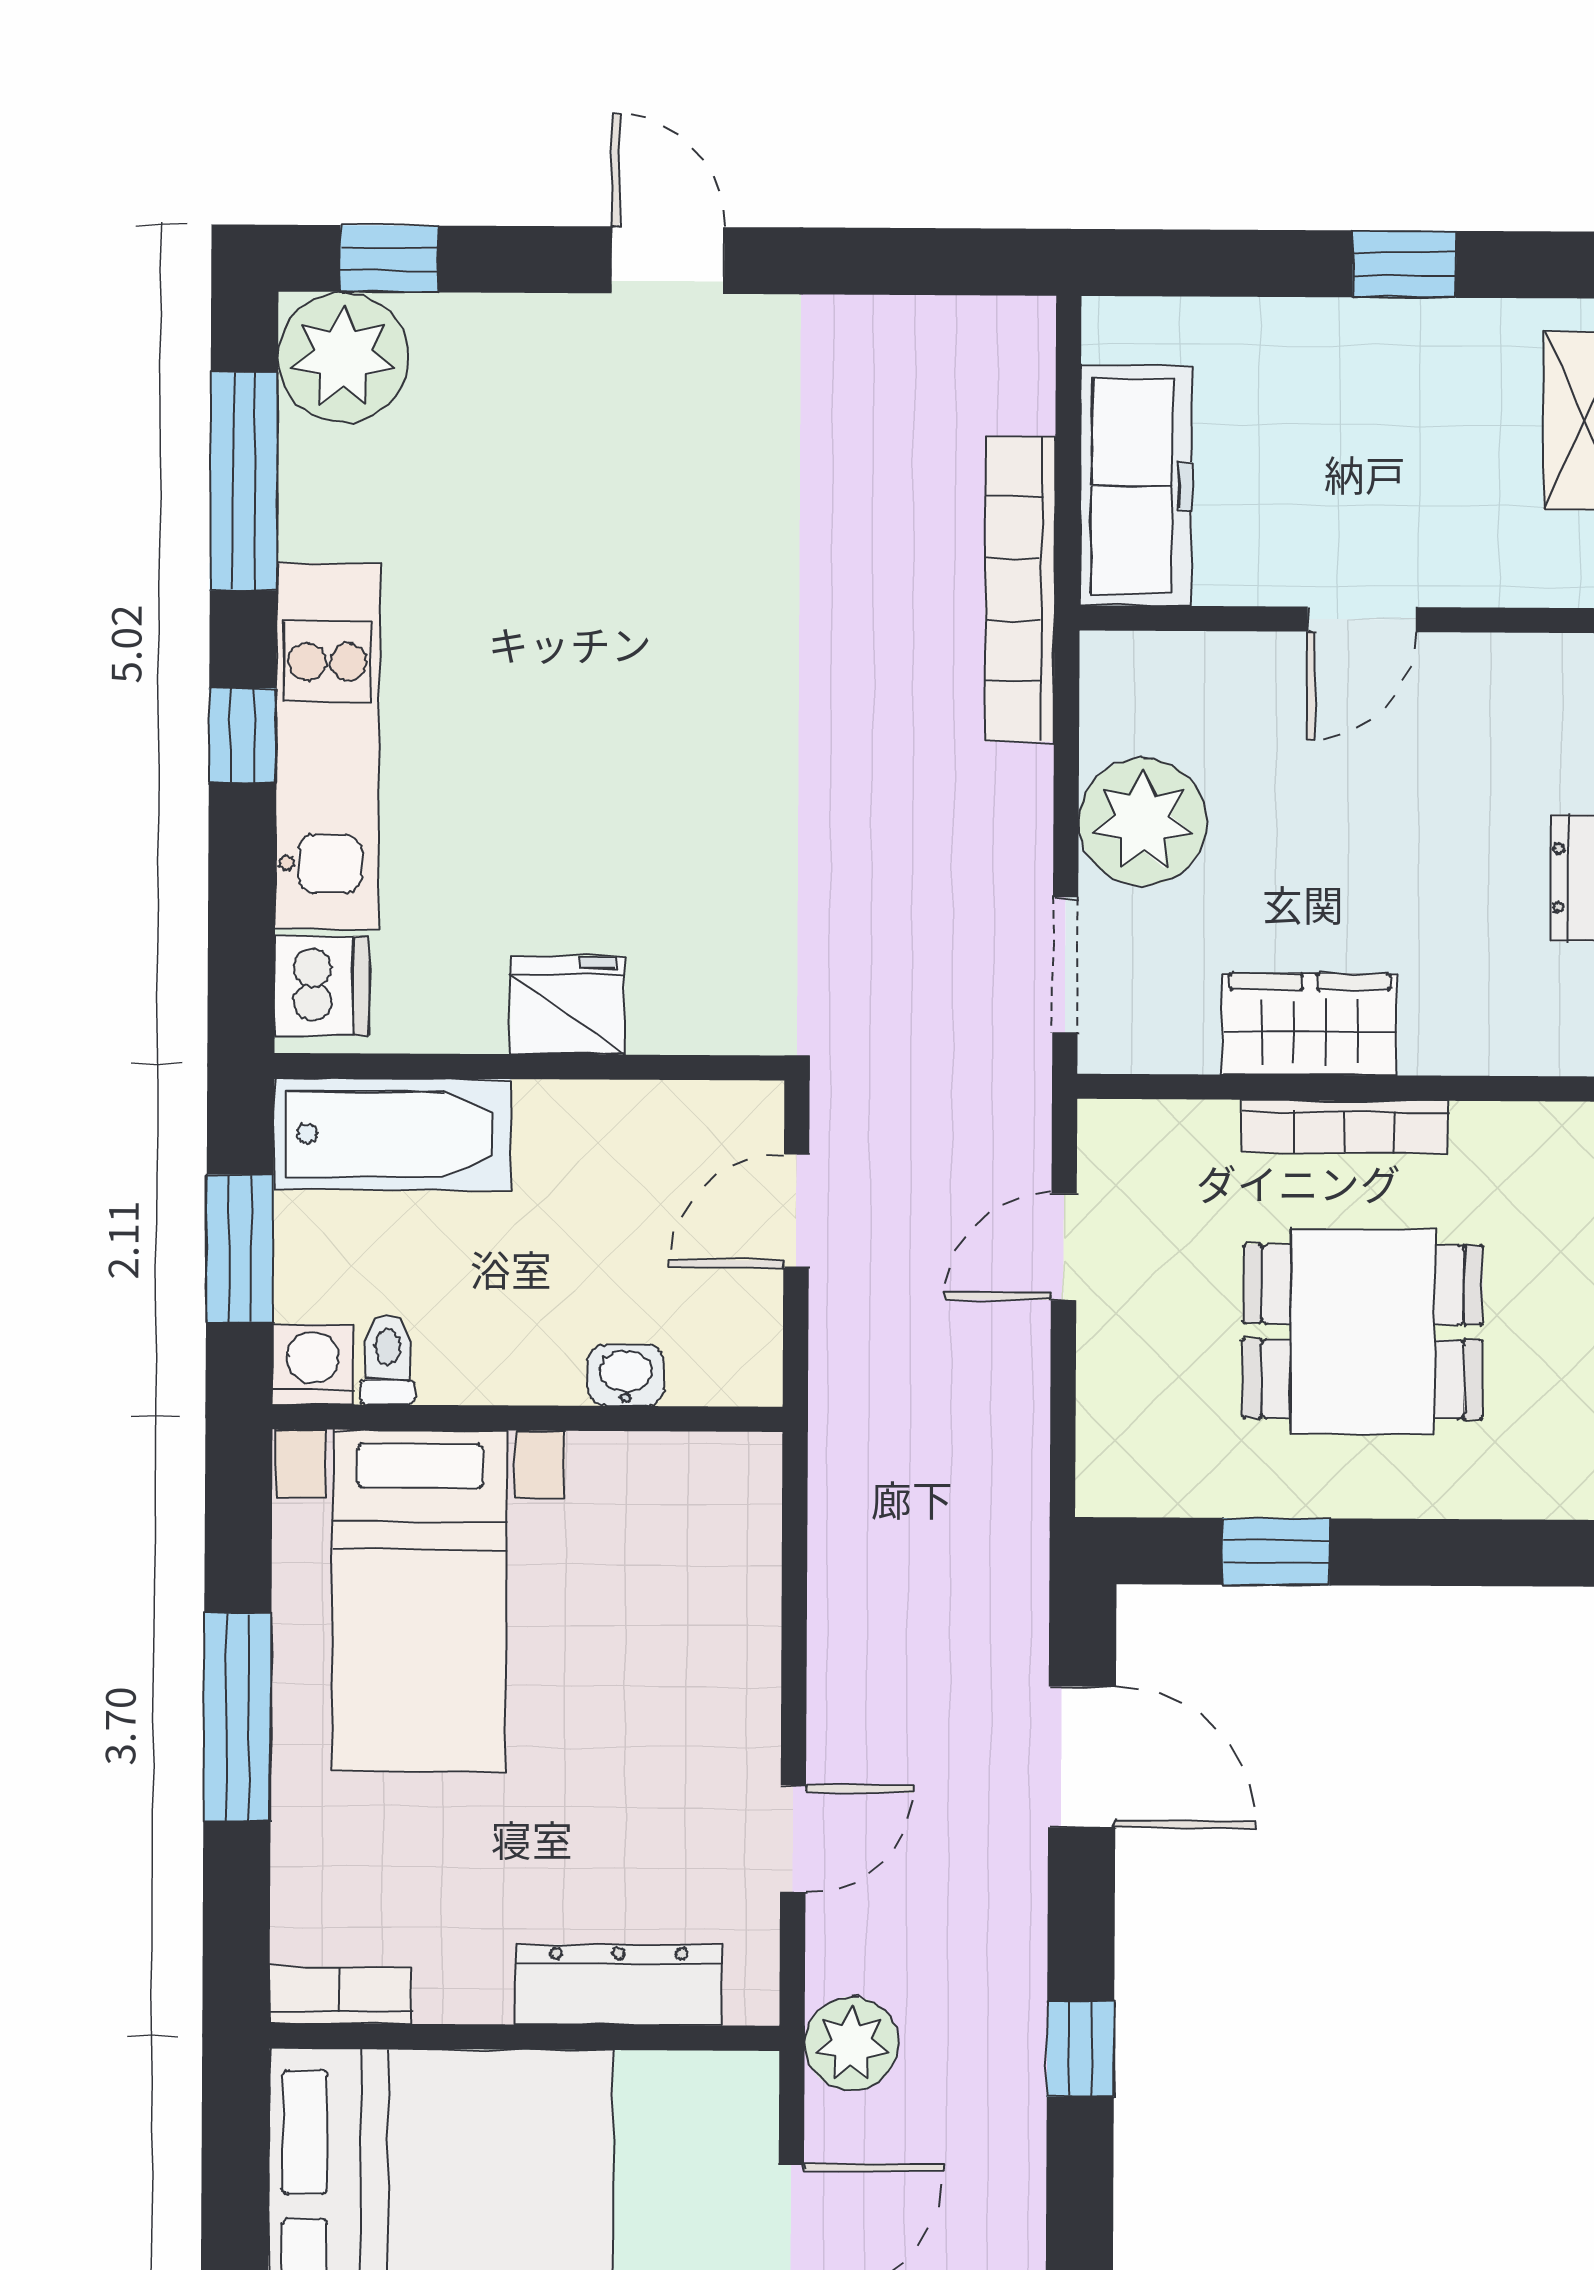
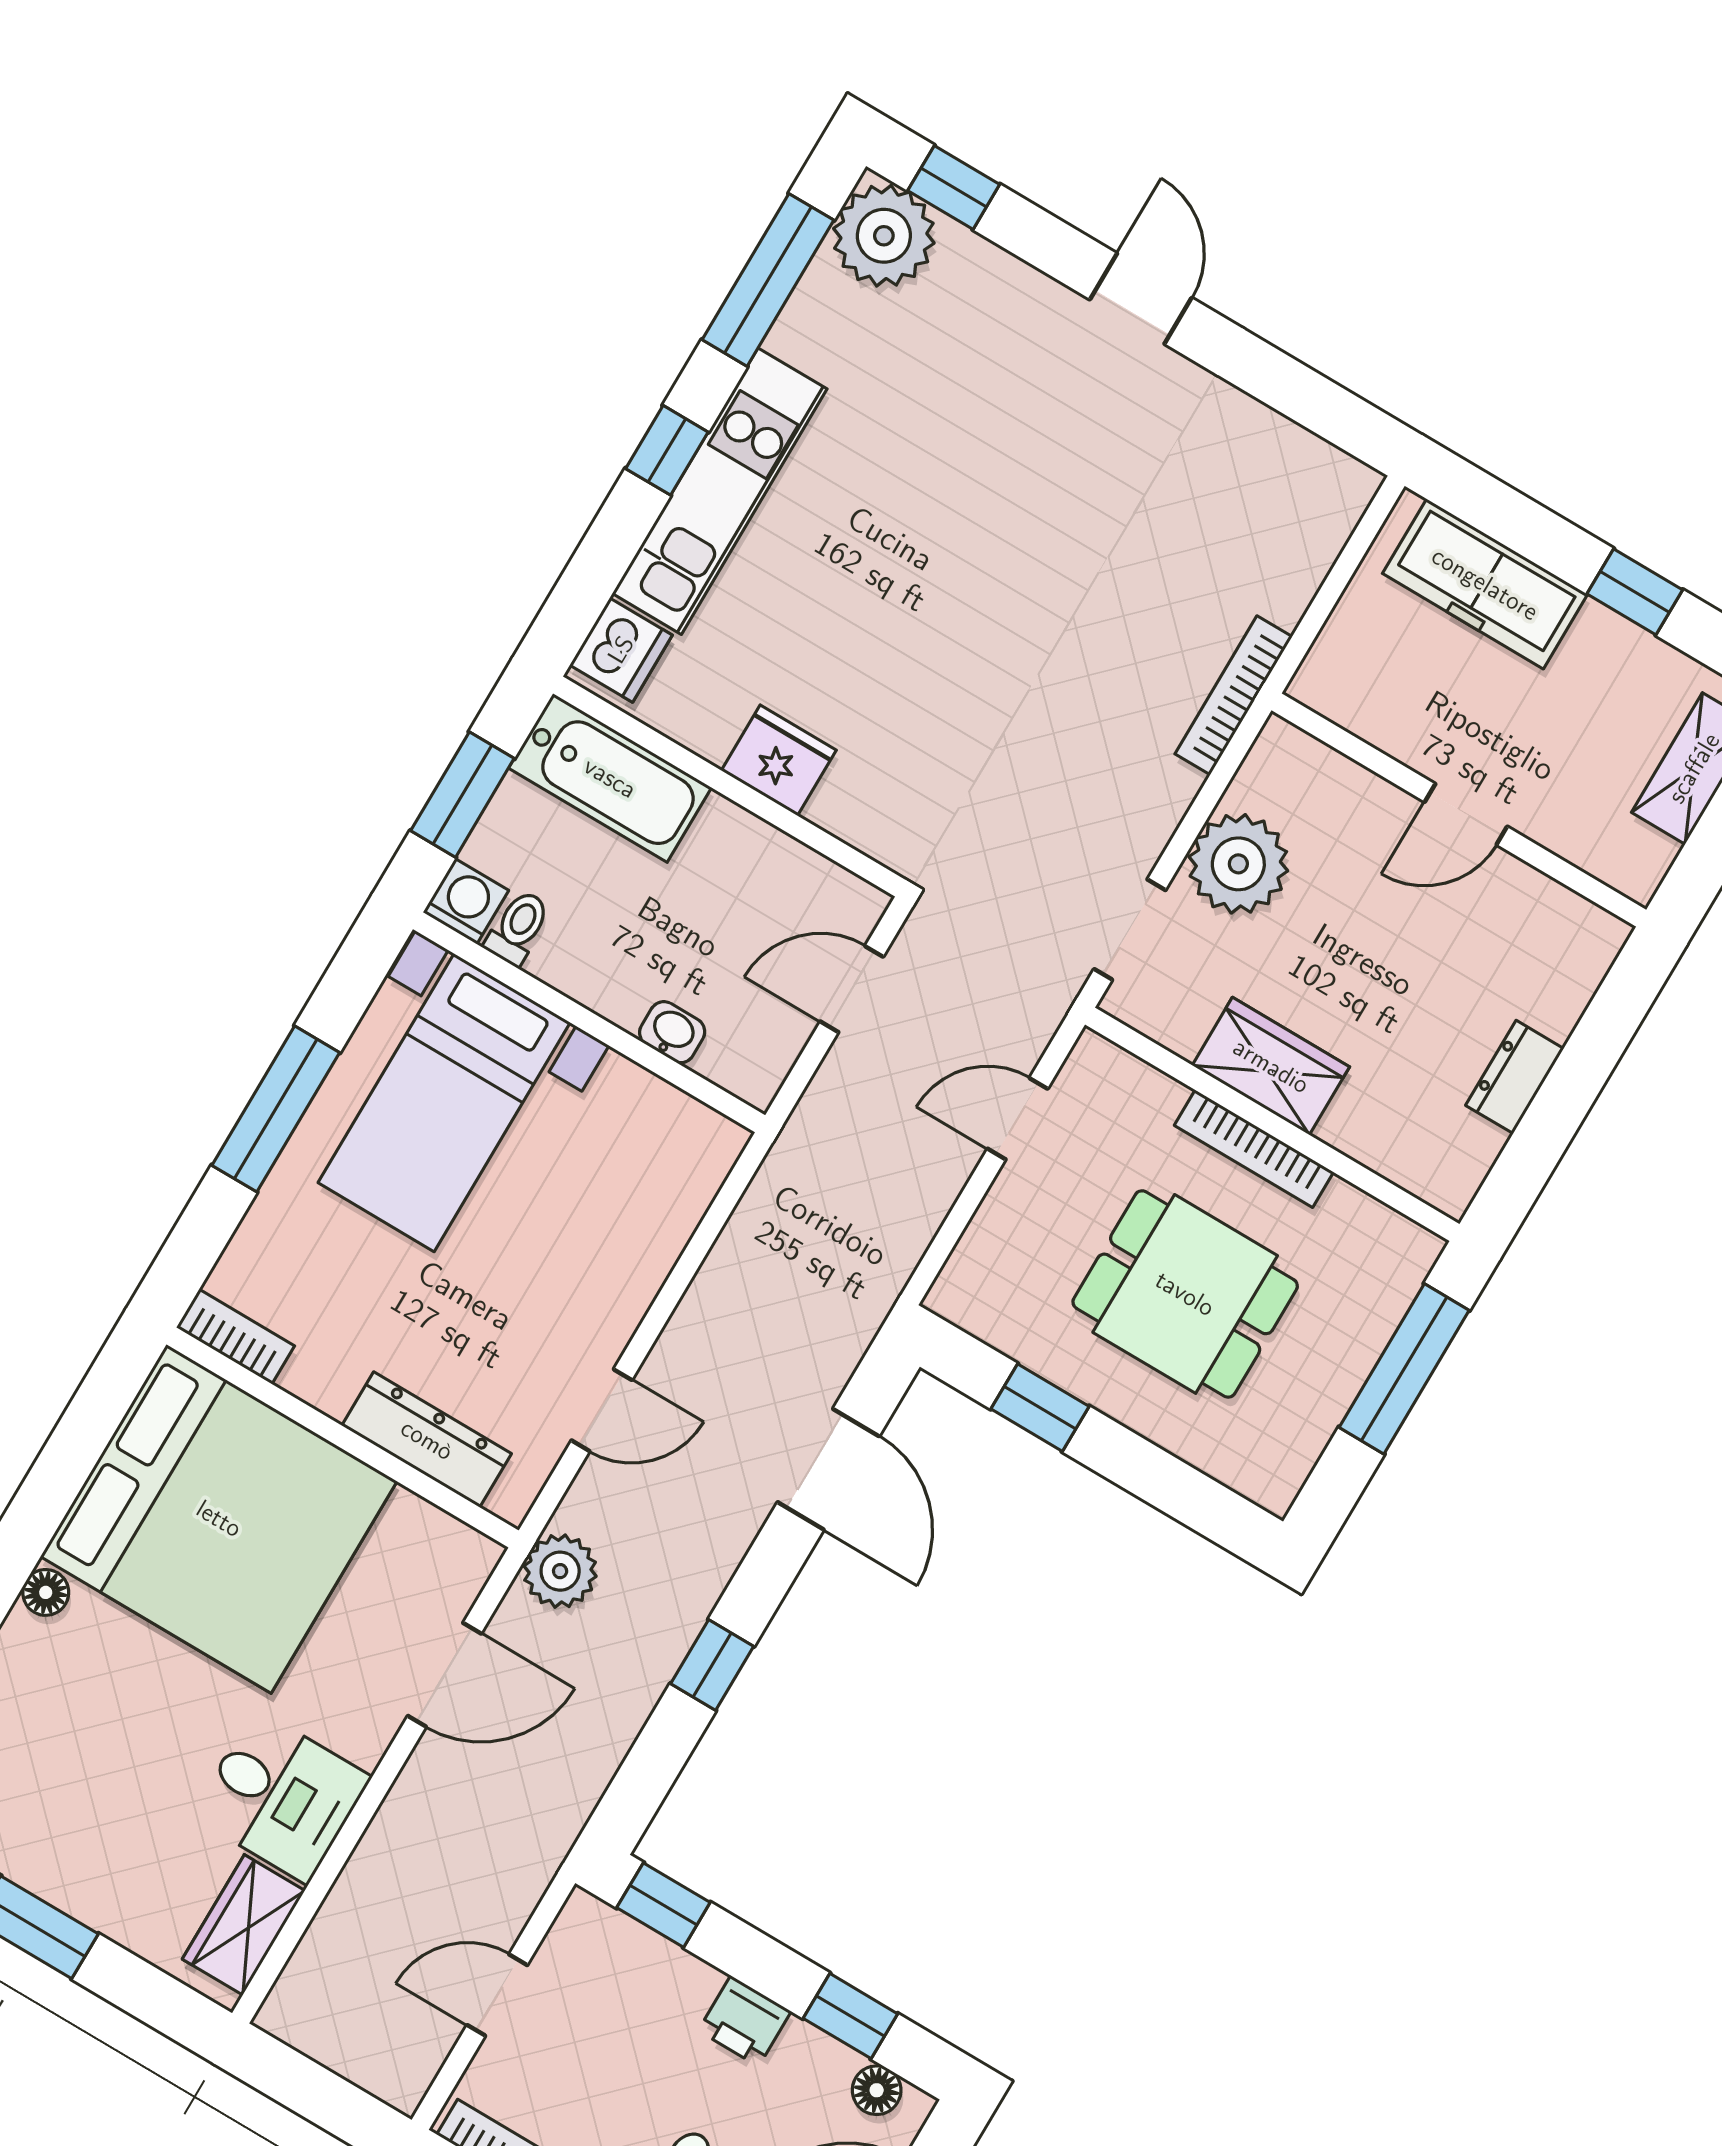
freezer: (1136, 486) -> (1485, 584), moved, turned 90
bookcase: (1020, 589) -> (1234, 695), width x0.68, depth x0.76

